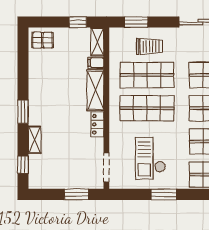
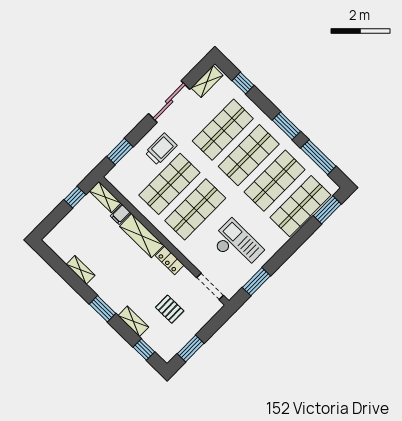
pallet: (43, 40) -> (170, 309), moved, turned 90
trolley: (149, 46) -> (161, 149), moved
shelving: (34, 72) -> (81, 270), added
checkout: (150, 158) -> (237, 245), turned 180
window: (76, 194) -> (191, 348), moved
window: (164, 194) -> (256, 282), moved

